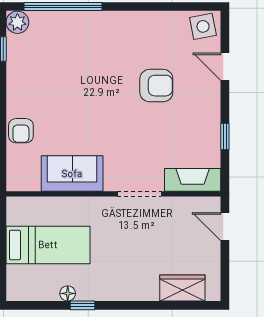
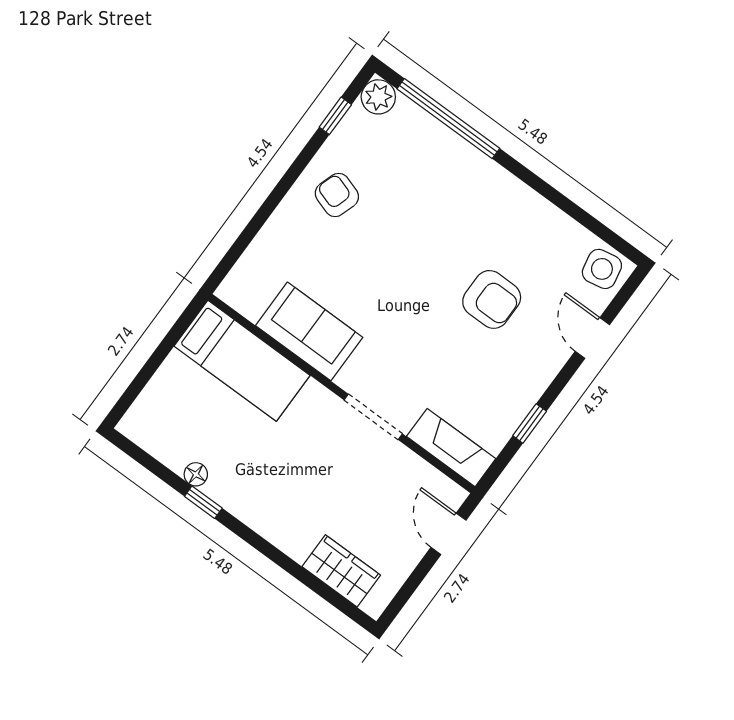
armchair: (21, 131) -> (337, 195), moved, turned 108
bed: (48, 245) -> (242, 361), moved

